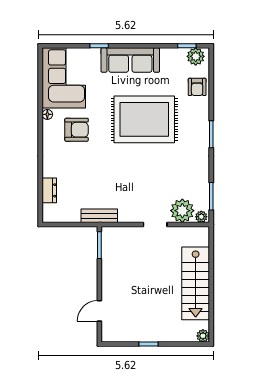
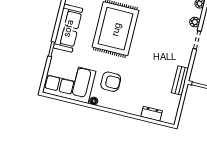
armchair: (77, 130) -> (111, 82), turned 90
plant: (182, 211) -> (195, 22), width x0.53, depth x0.53

